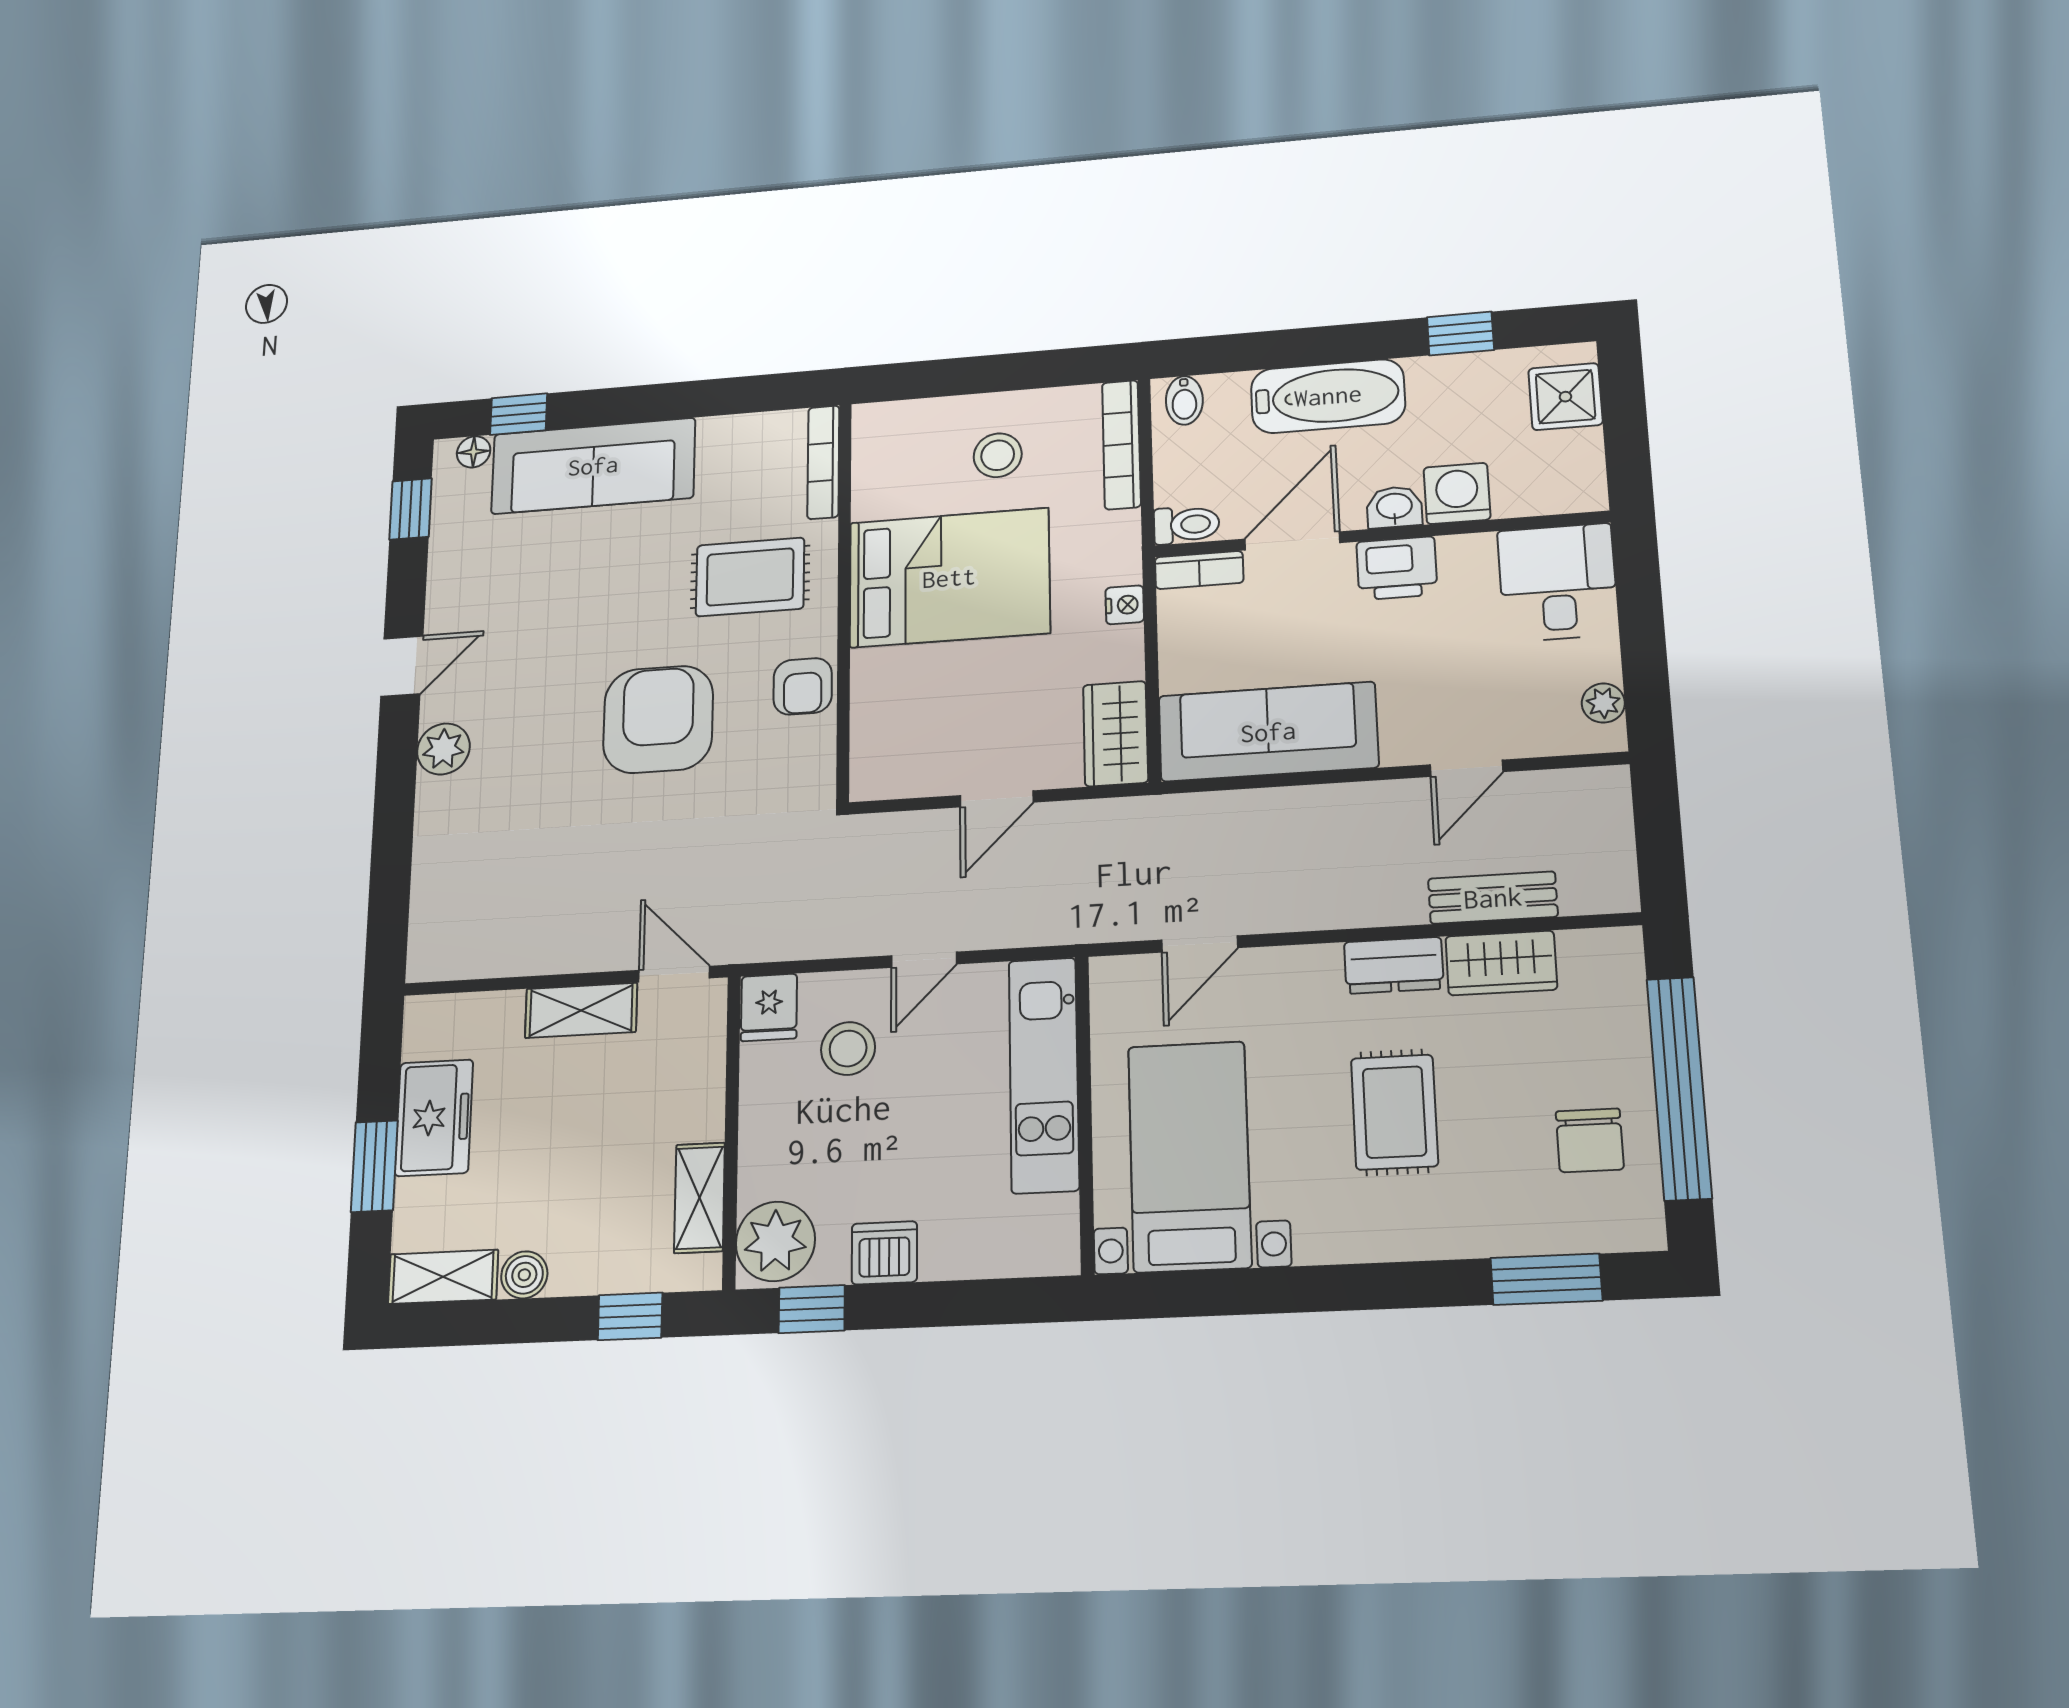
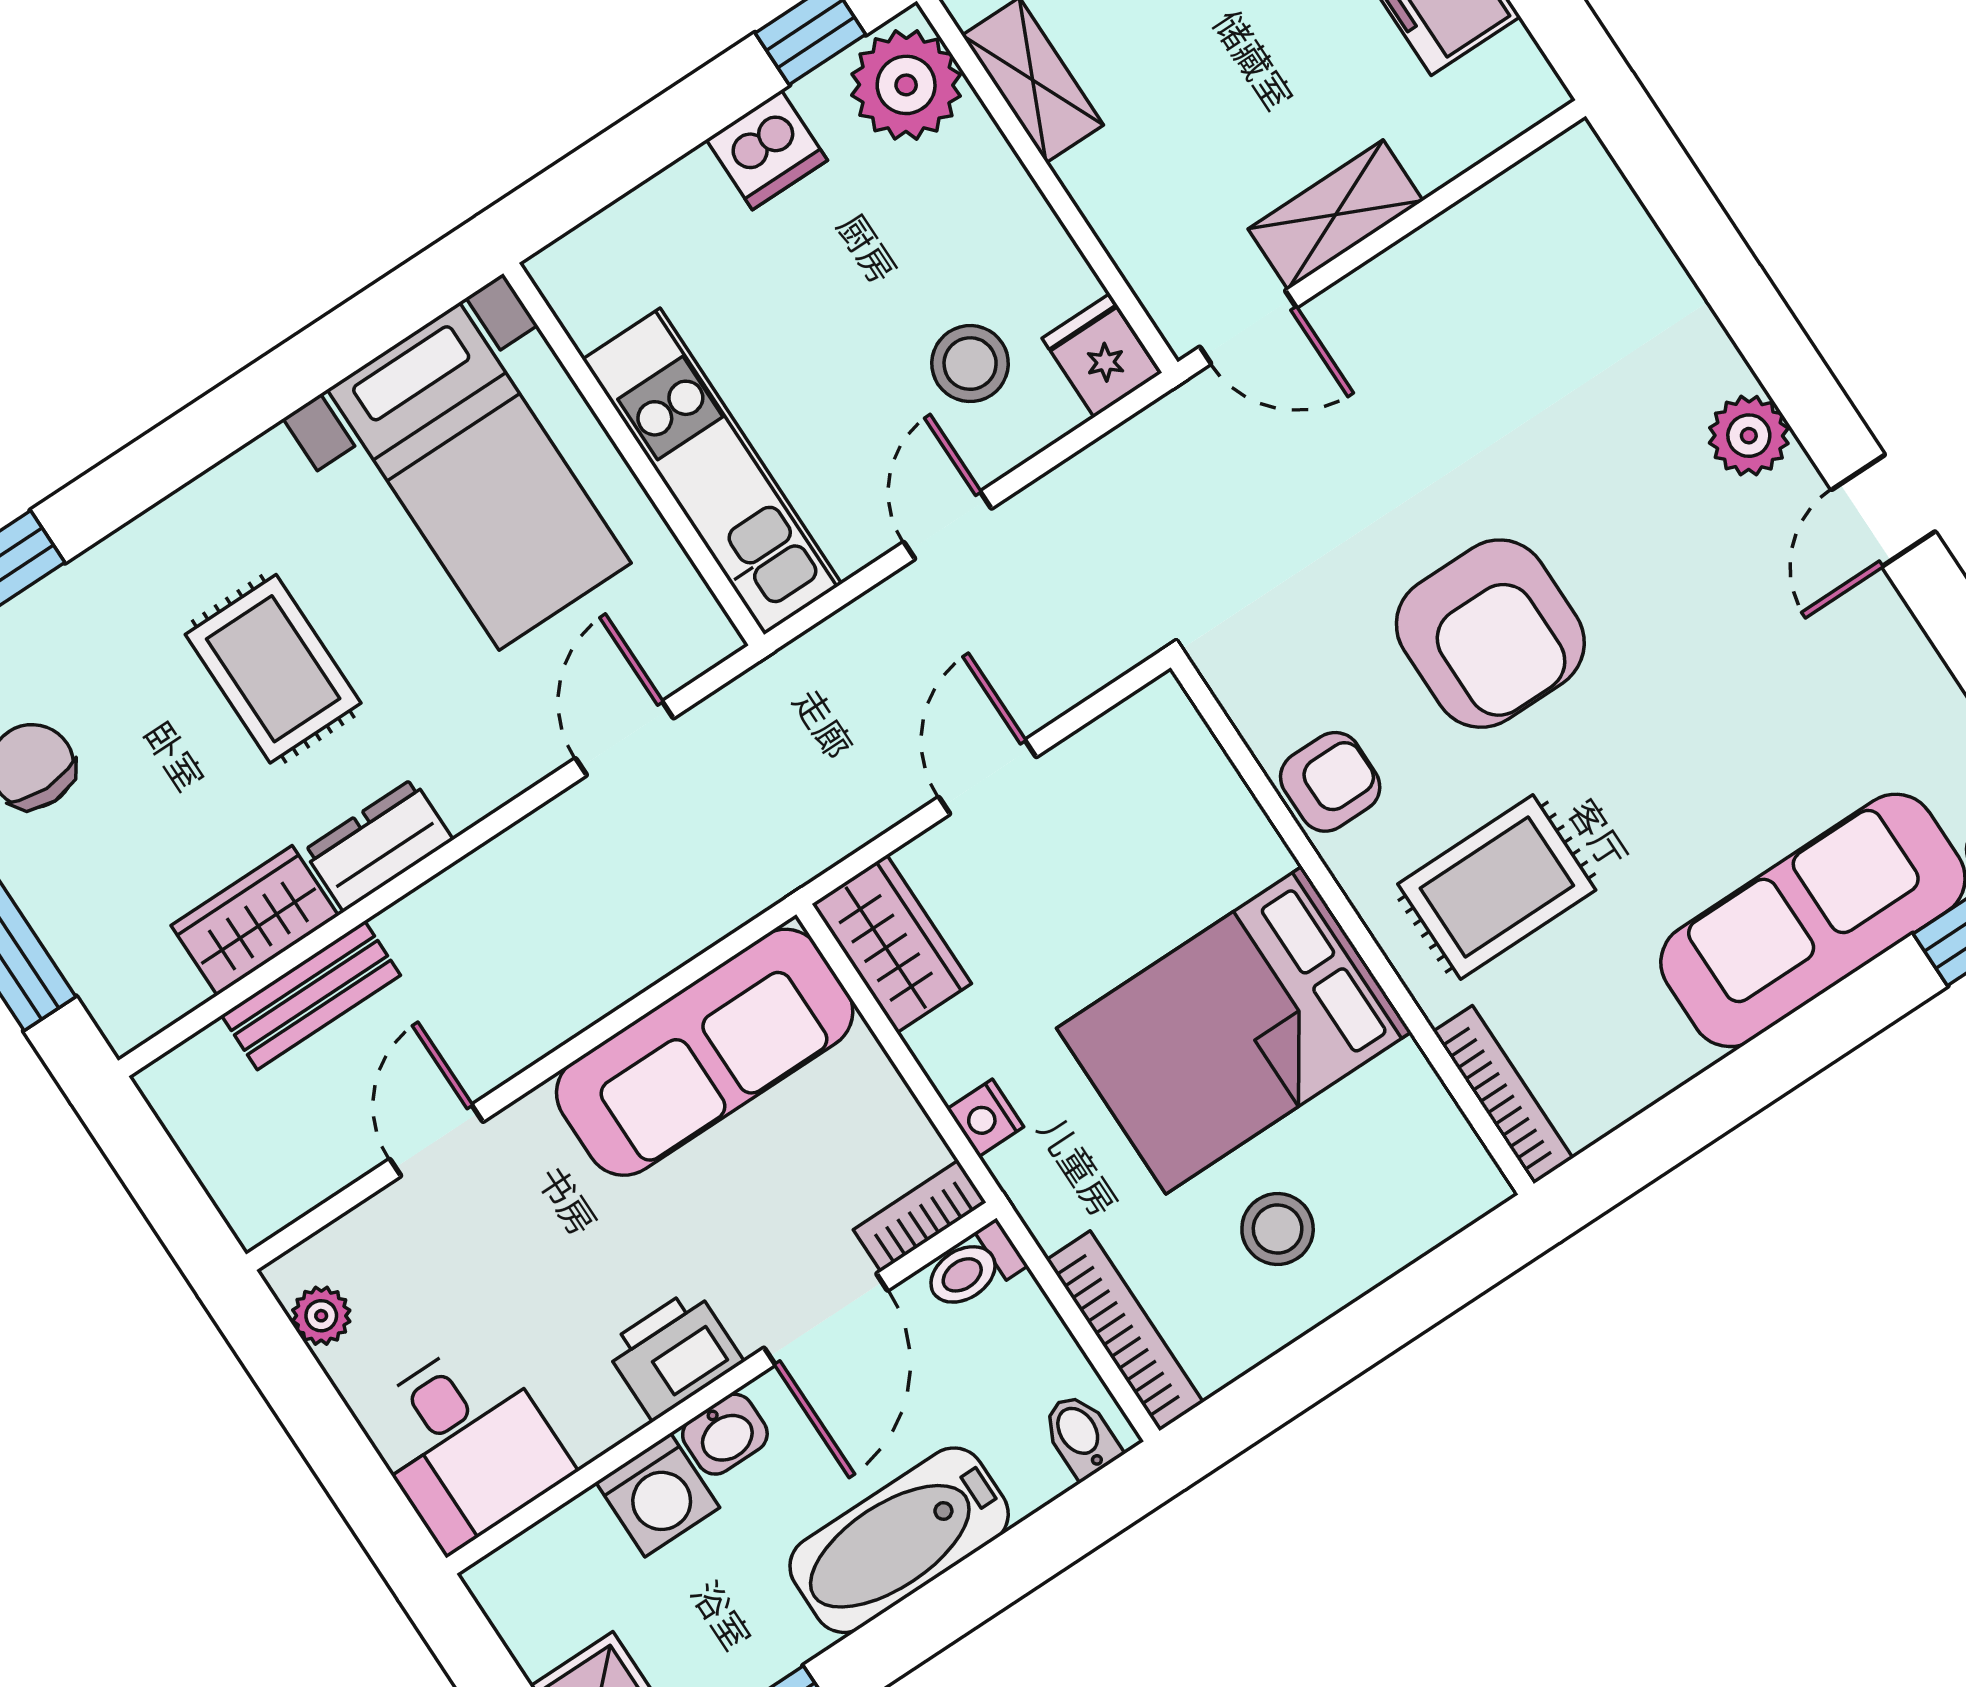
armchair: (803, 686) -> (1330, 782), turned 90

